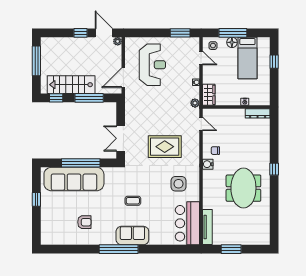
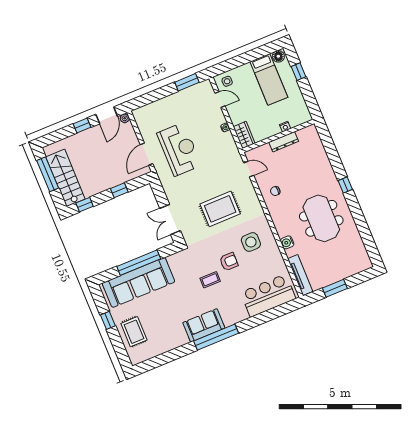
door: (104, 33) -> (107, 115), swing flipped
window: (233, 33) -> (243, 59), removed
floor lamp: (232, 42) -> (278, 56), moved
reception desk: (152, 65) -> (179, 149), moved
stairs: (71, 85) -> (65, 178), moved, turned 90
window: (89, 98) -> (119, 190), width x0.46
plant: (195, 103) -> (233, 150), removed
dresser: (258, 113) -> (284, 142), moved
water cooler: (208, 164) -> (287, 242), moved
rug: (54, 217) -> (134, 332), added
armchair: (84, 222) -> (229, 262), moved
bar counter: (187, 223) -> (268, 296), moved, turned 90
sofa: (132, 236) -> (204, 325), moved

